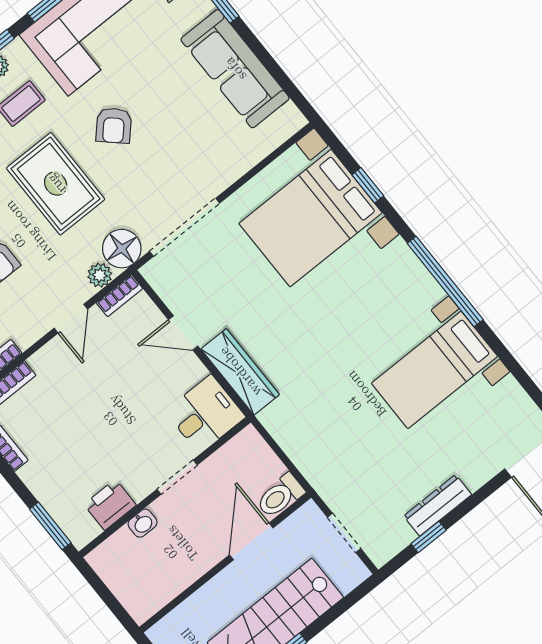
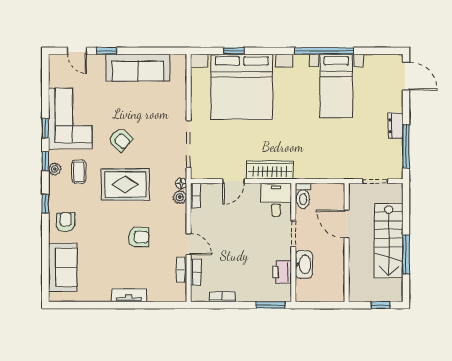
bed with nightstands: (310, 218) -> (242, 87), width x1.36
floor lamp: (122, 249) -> (181, 183), width x0.53, depth x0.53
window: (445, 281) -> (324, 51), moved
door: (71, 319) -> (189, 244), moved
toilet: (280, 496) -> (303, 196), moved
dresser: (438, 505) -> (396, 126), width x0.70
washbasin: (143, 523) -> (304, 264), width x1.91, depth x1.45
window: (429, 537) -> (406, 146), width x2.17

